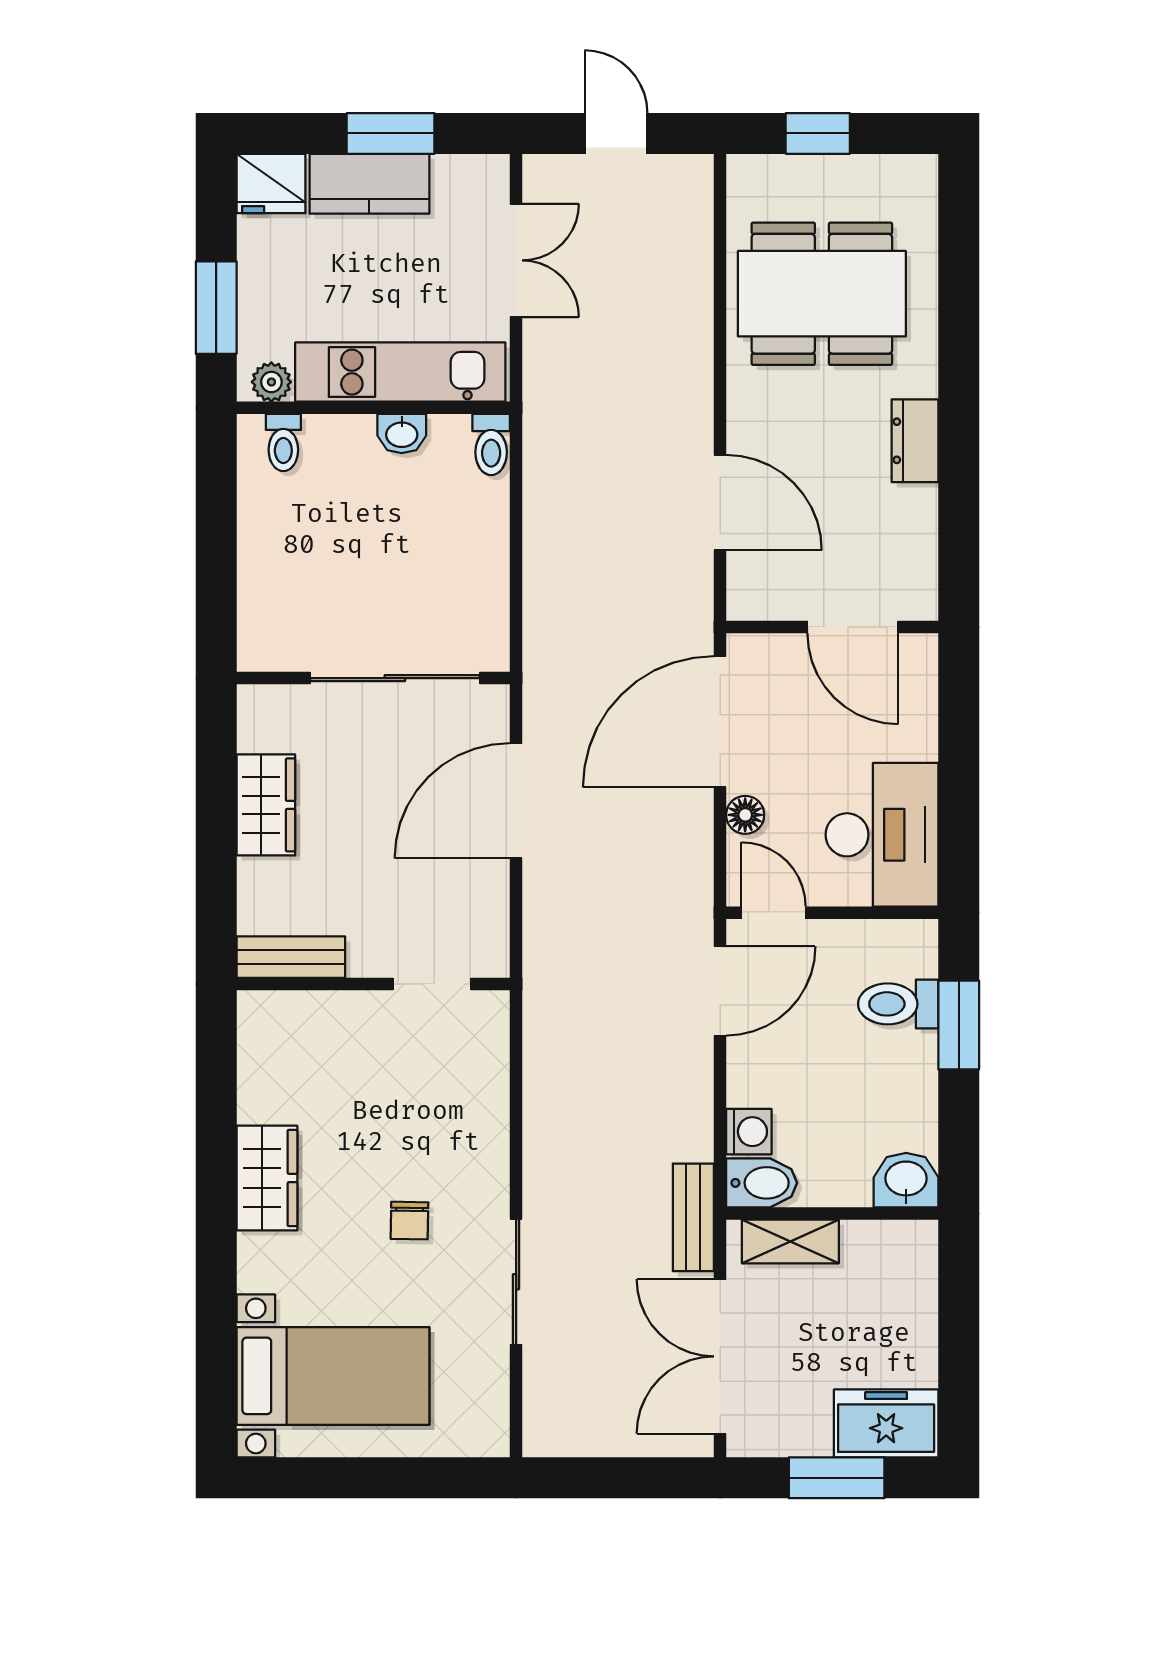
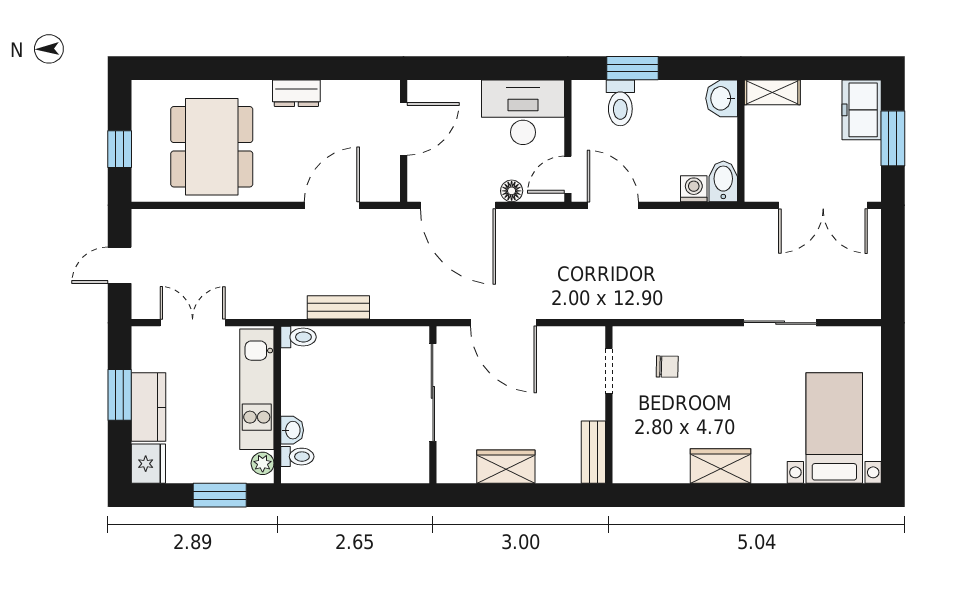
washbasin: (402, 434) -> (292, 430), moved
bench: (693, 1217) -> (338, 307), moved
chair: (409, 1221) -> (667, 367), moved
shelving: (790, 1242) -> (772, 92), moved, turned 90

